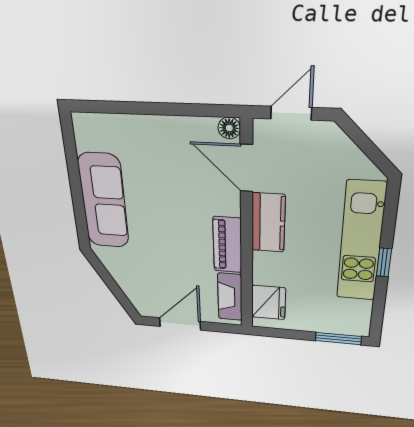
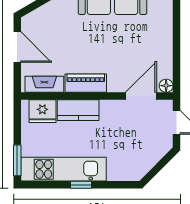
kitchen counter: (268, 223) -> (78, 110), moved
kitchen unit: (361, 242) -> (63, 169), moved

